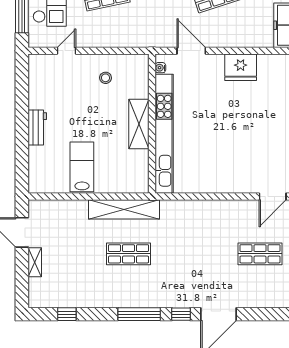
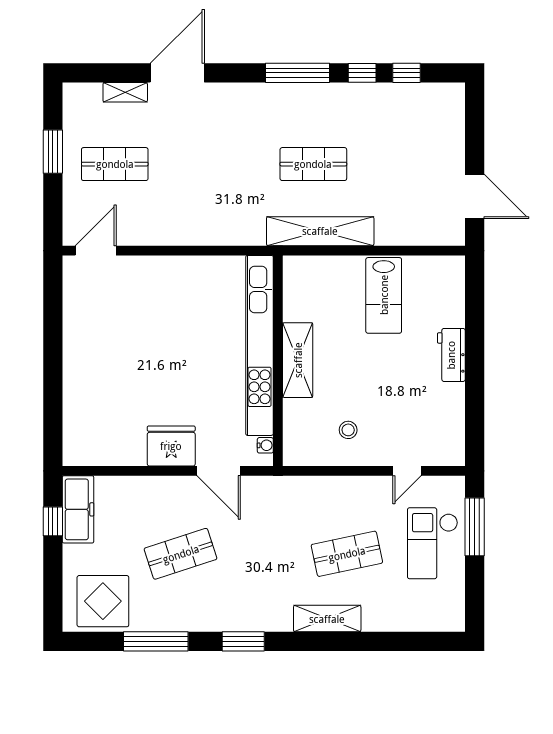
fridge: (241, 67) -> (171, 446), moved
shelving: (35, 262) -> (125, 92), moved, turned 90
window: (181, 314) -> (362, 73), moved

